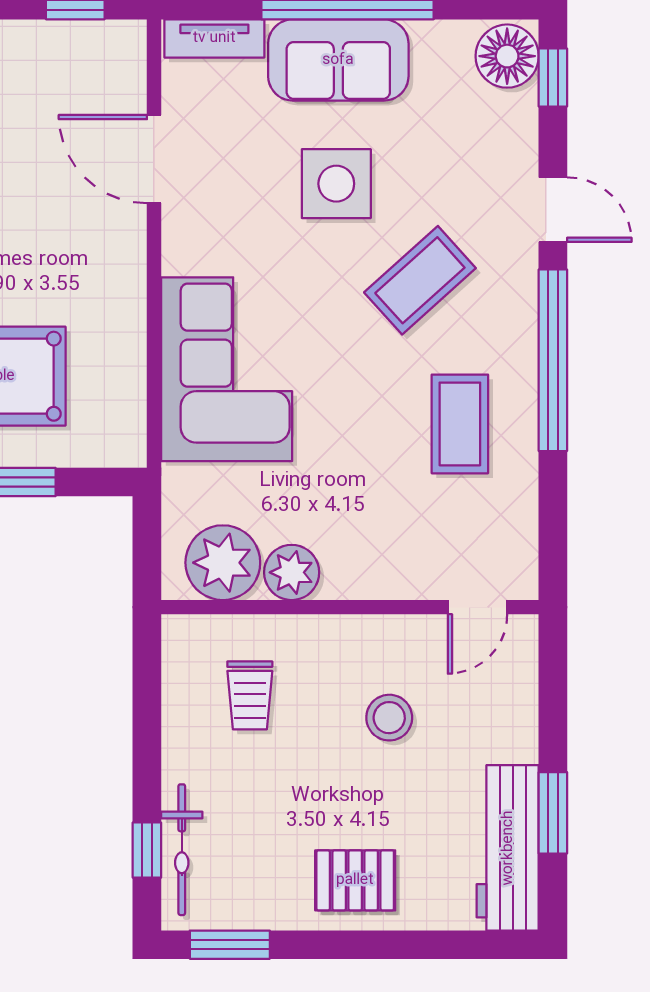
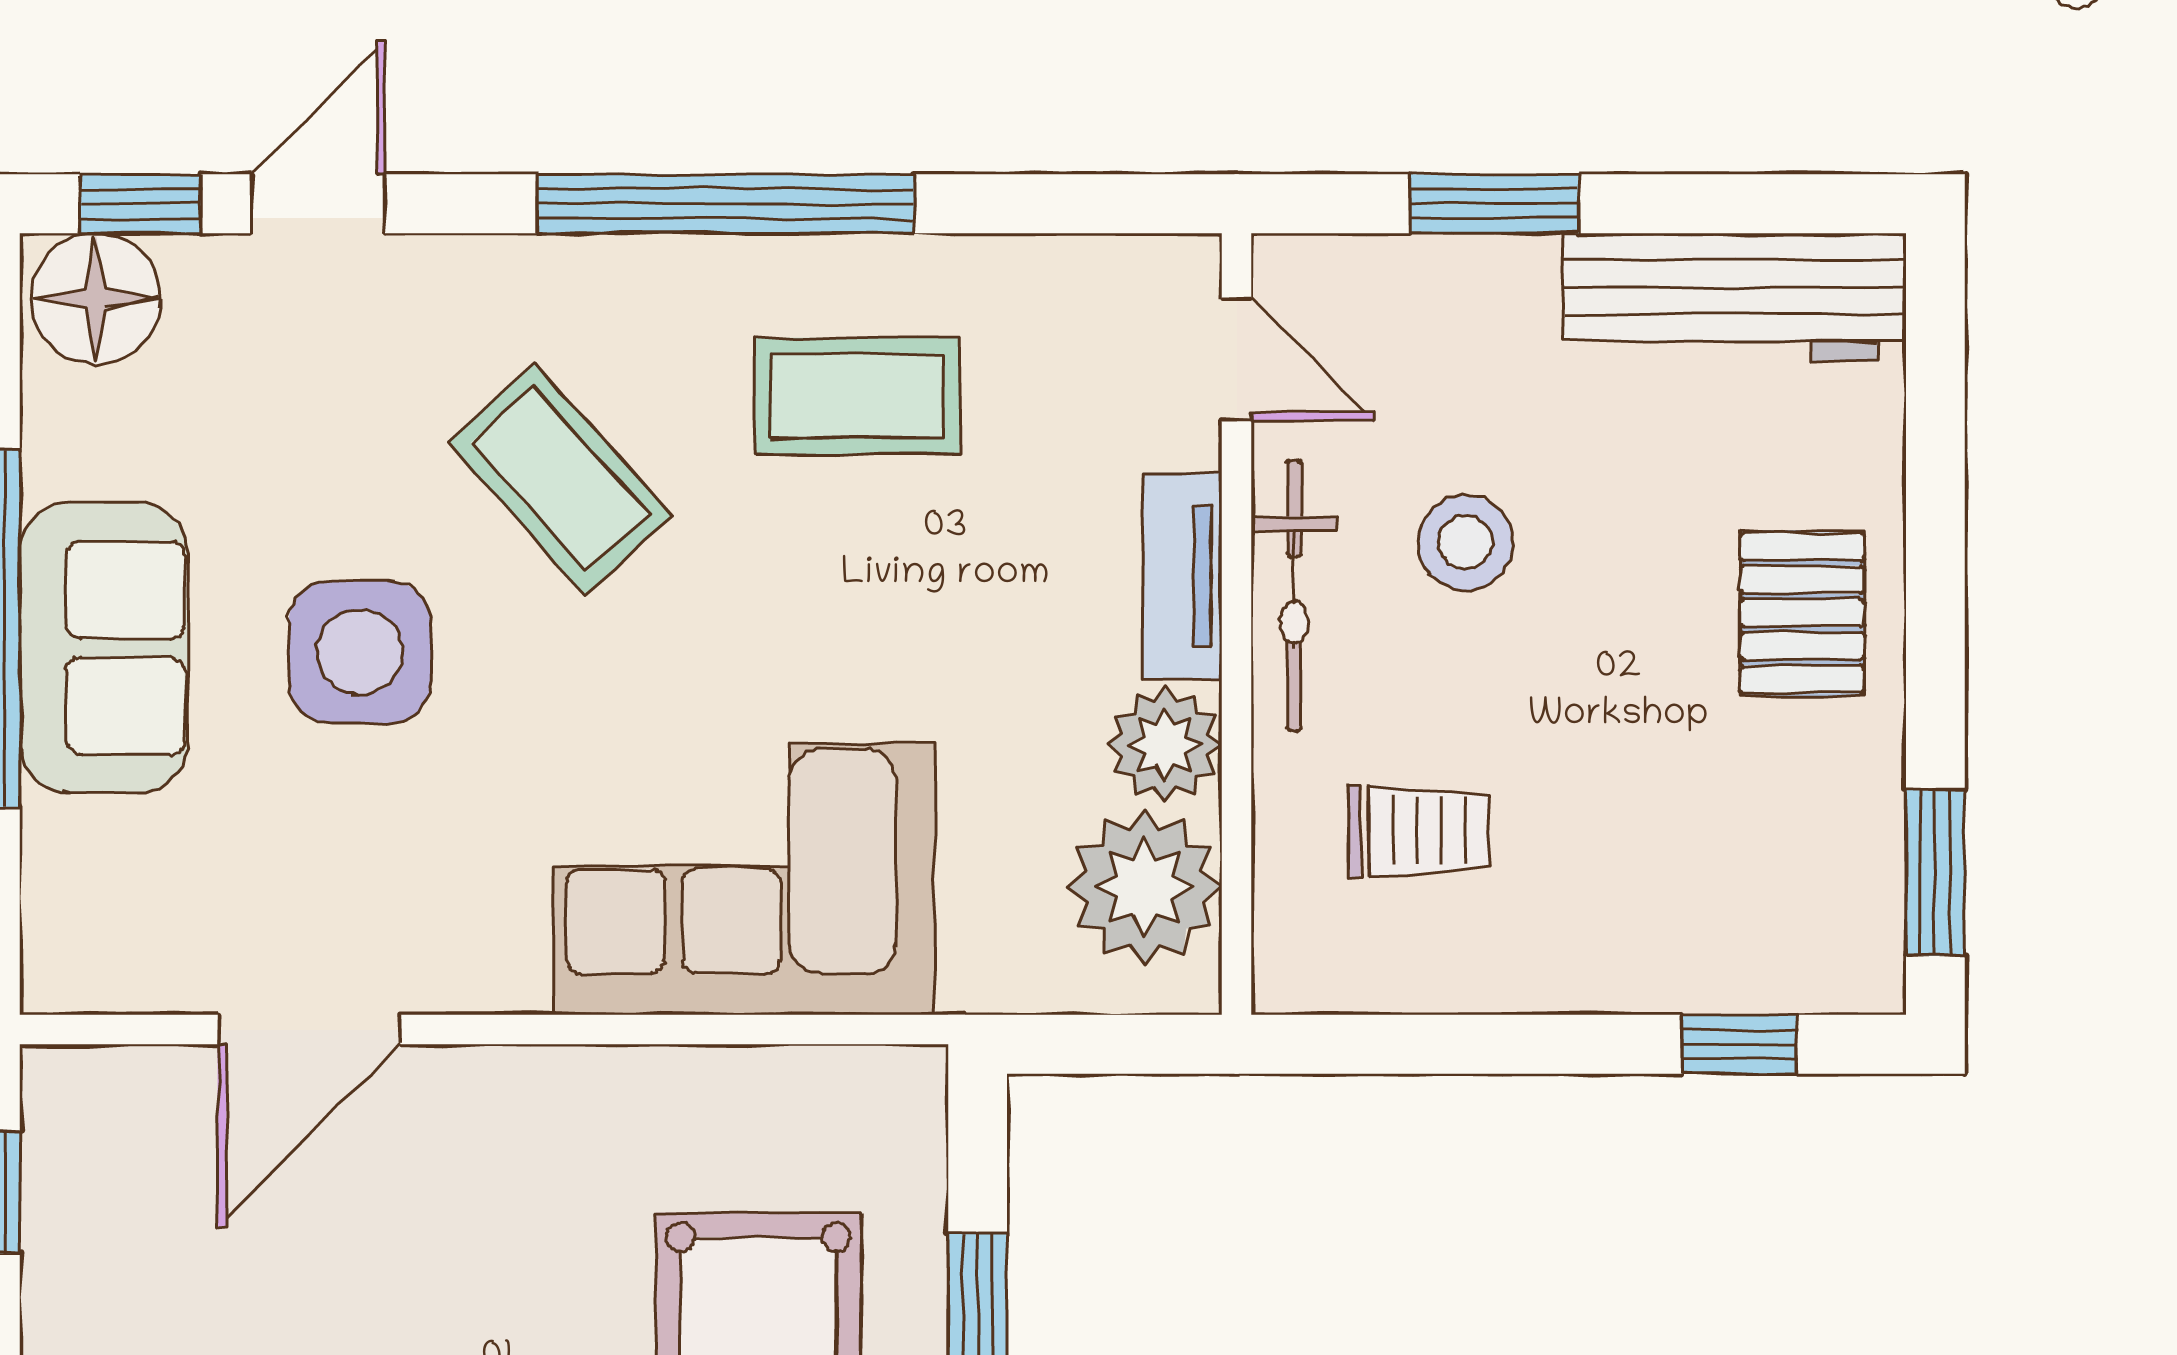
tv unit: (214, 38) -> (1182, 576), moved, turned 180
door: (553, 210) -> (318, 204), moved
window: (553, 813) -> (1495, 204), moved
bicycle: (182, 850) -> (1294, 595), moved, turned 90

